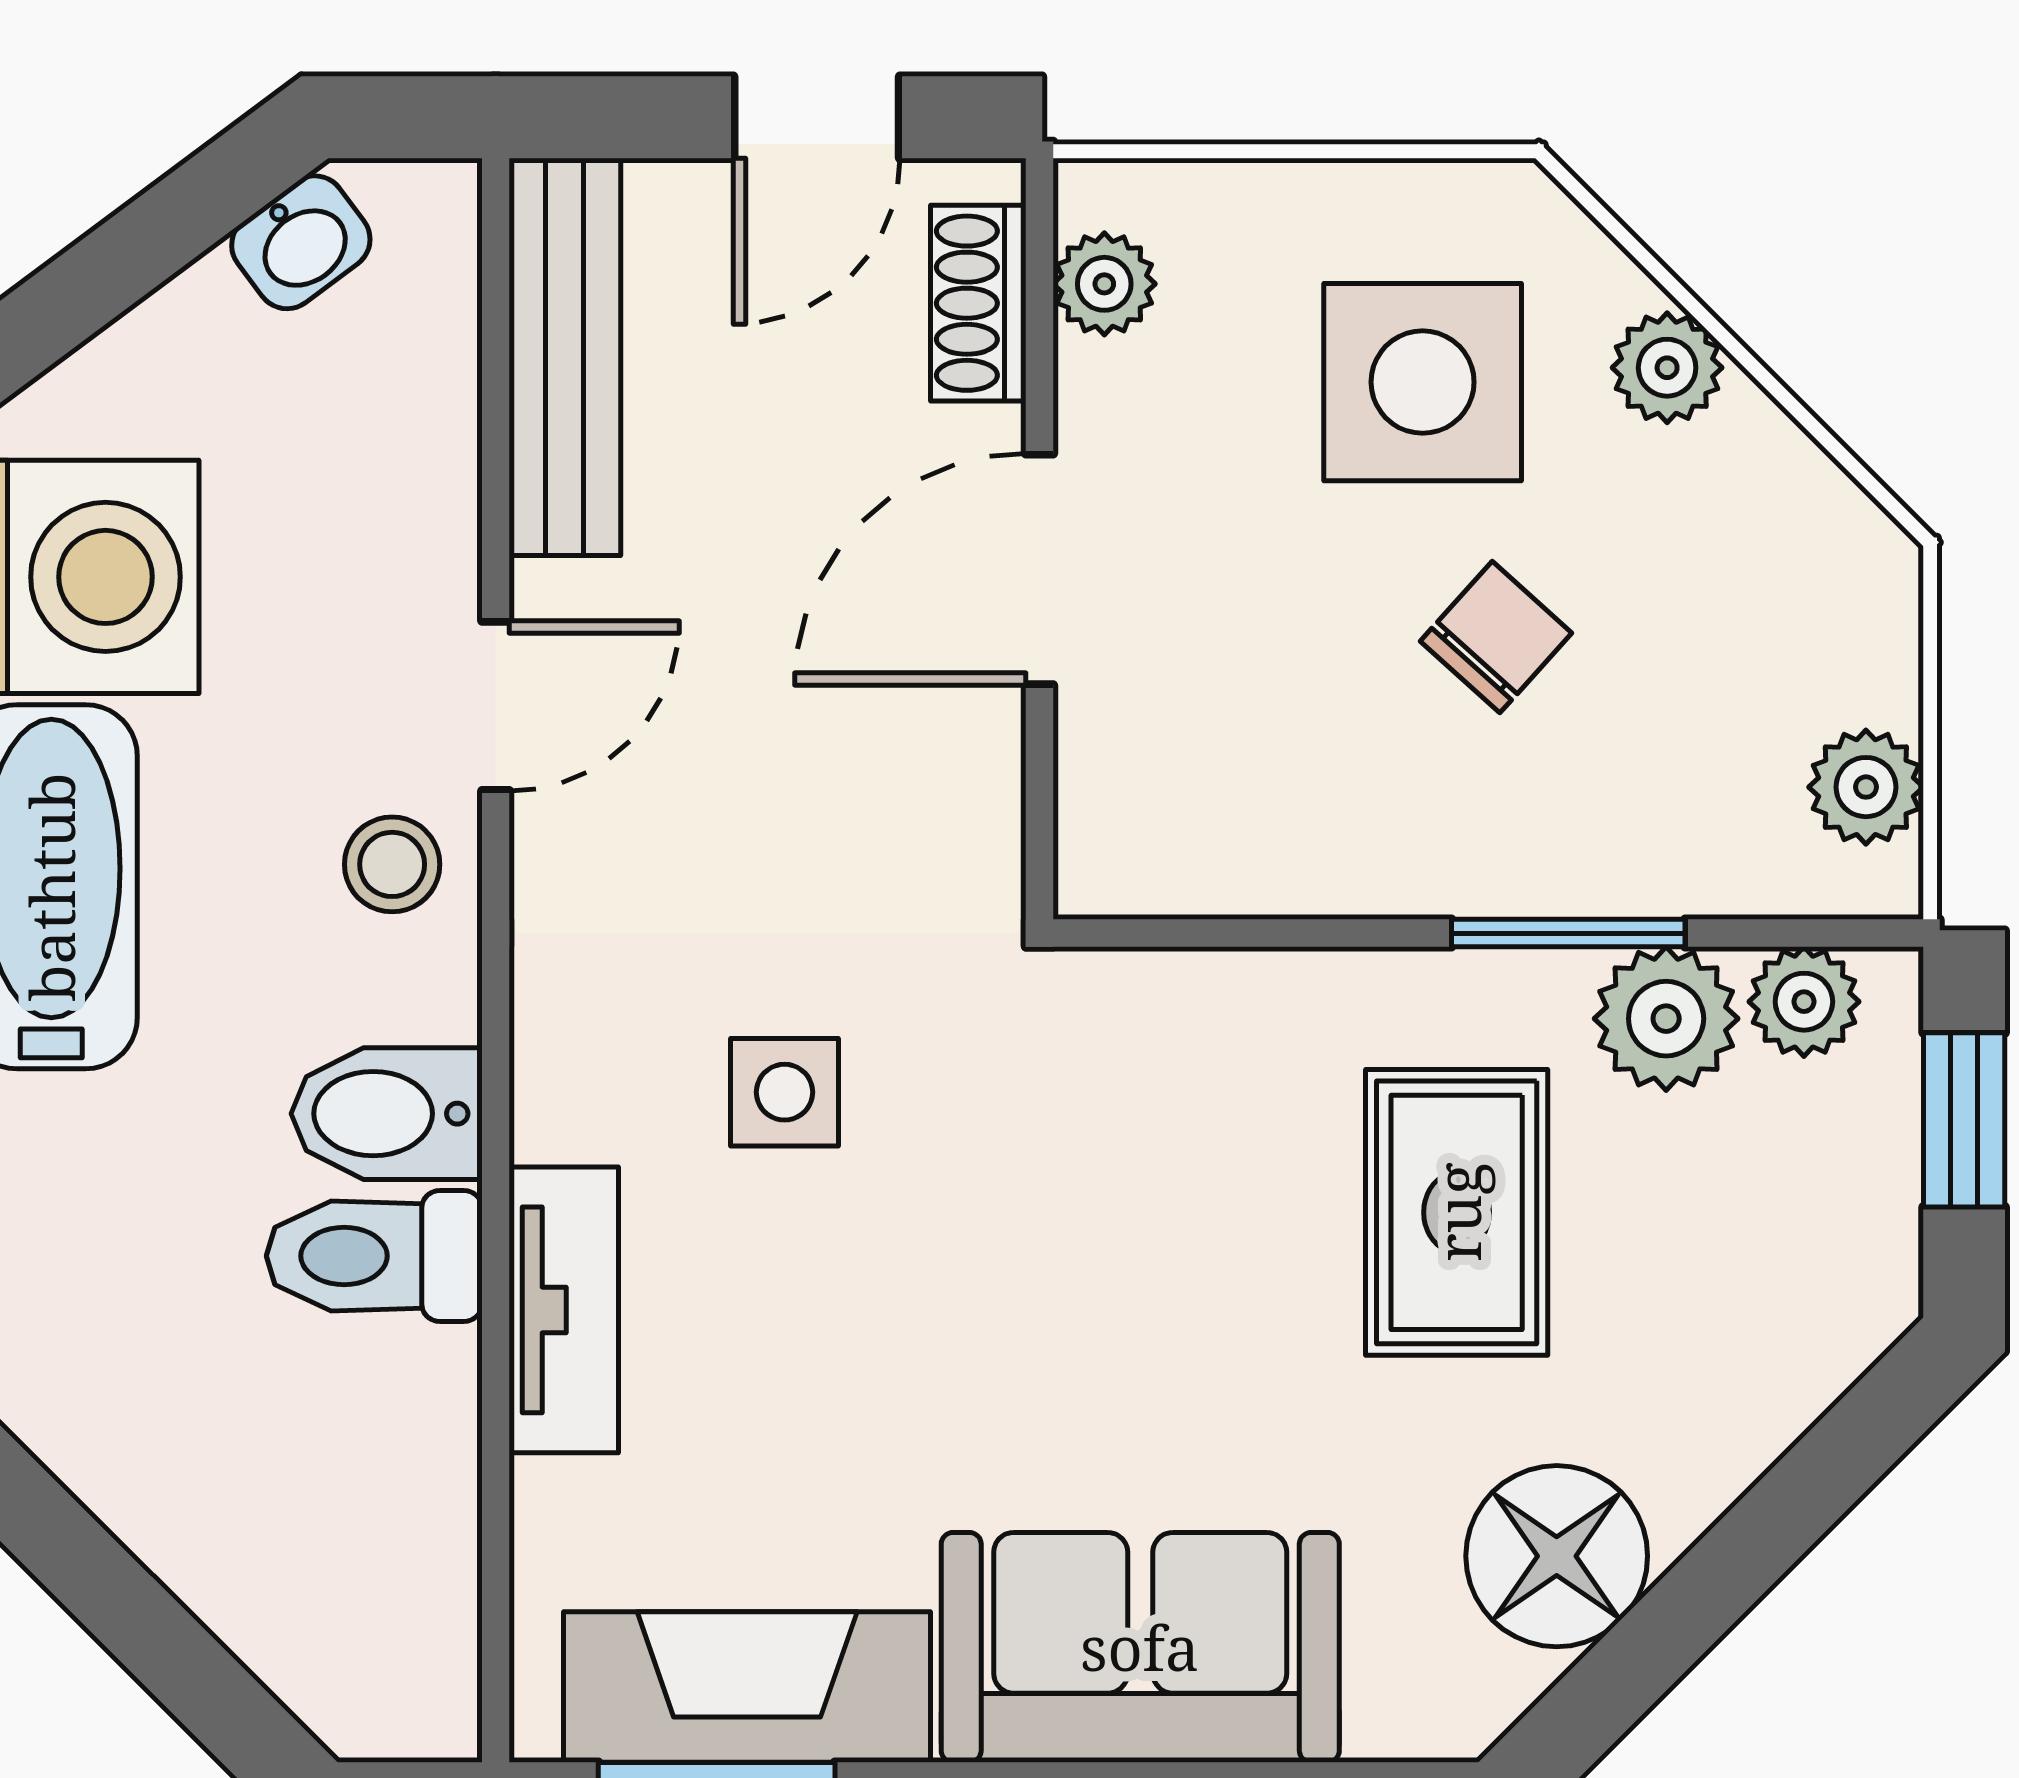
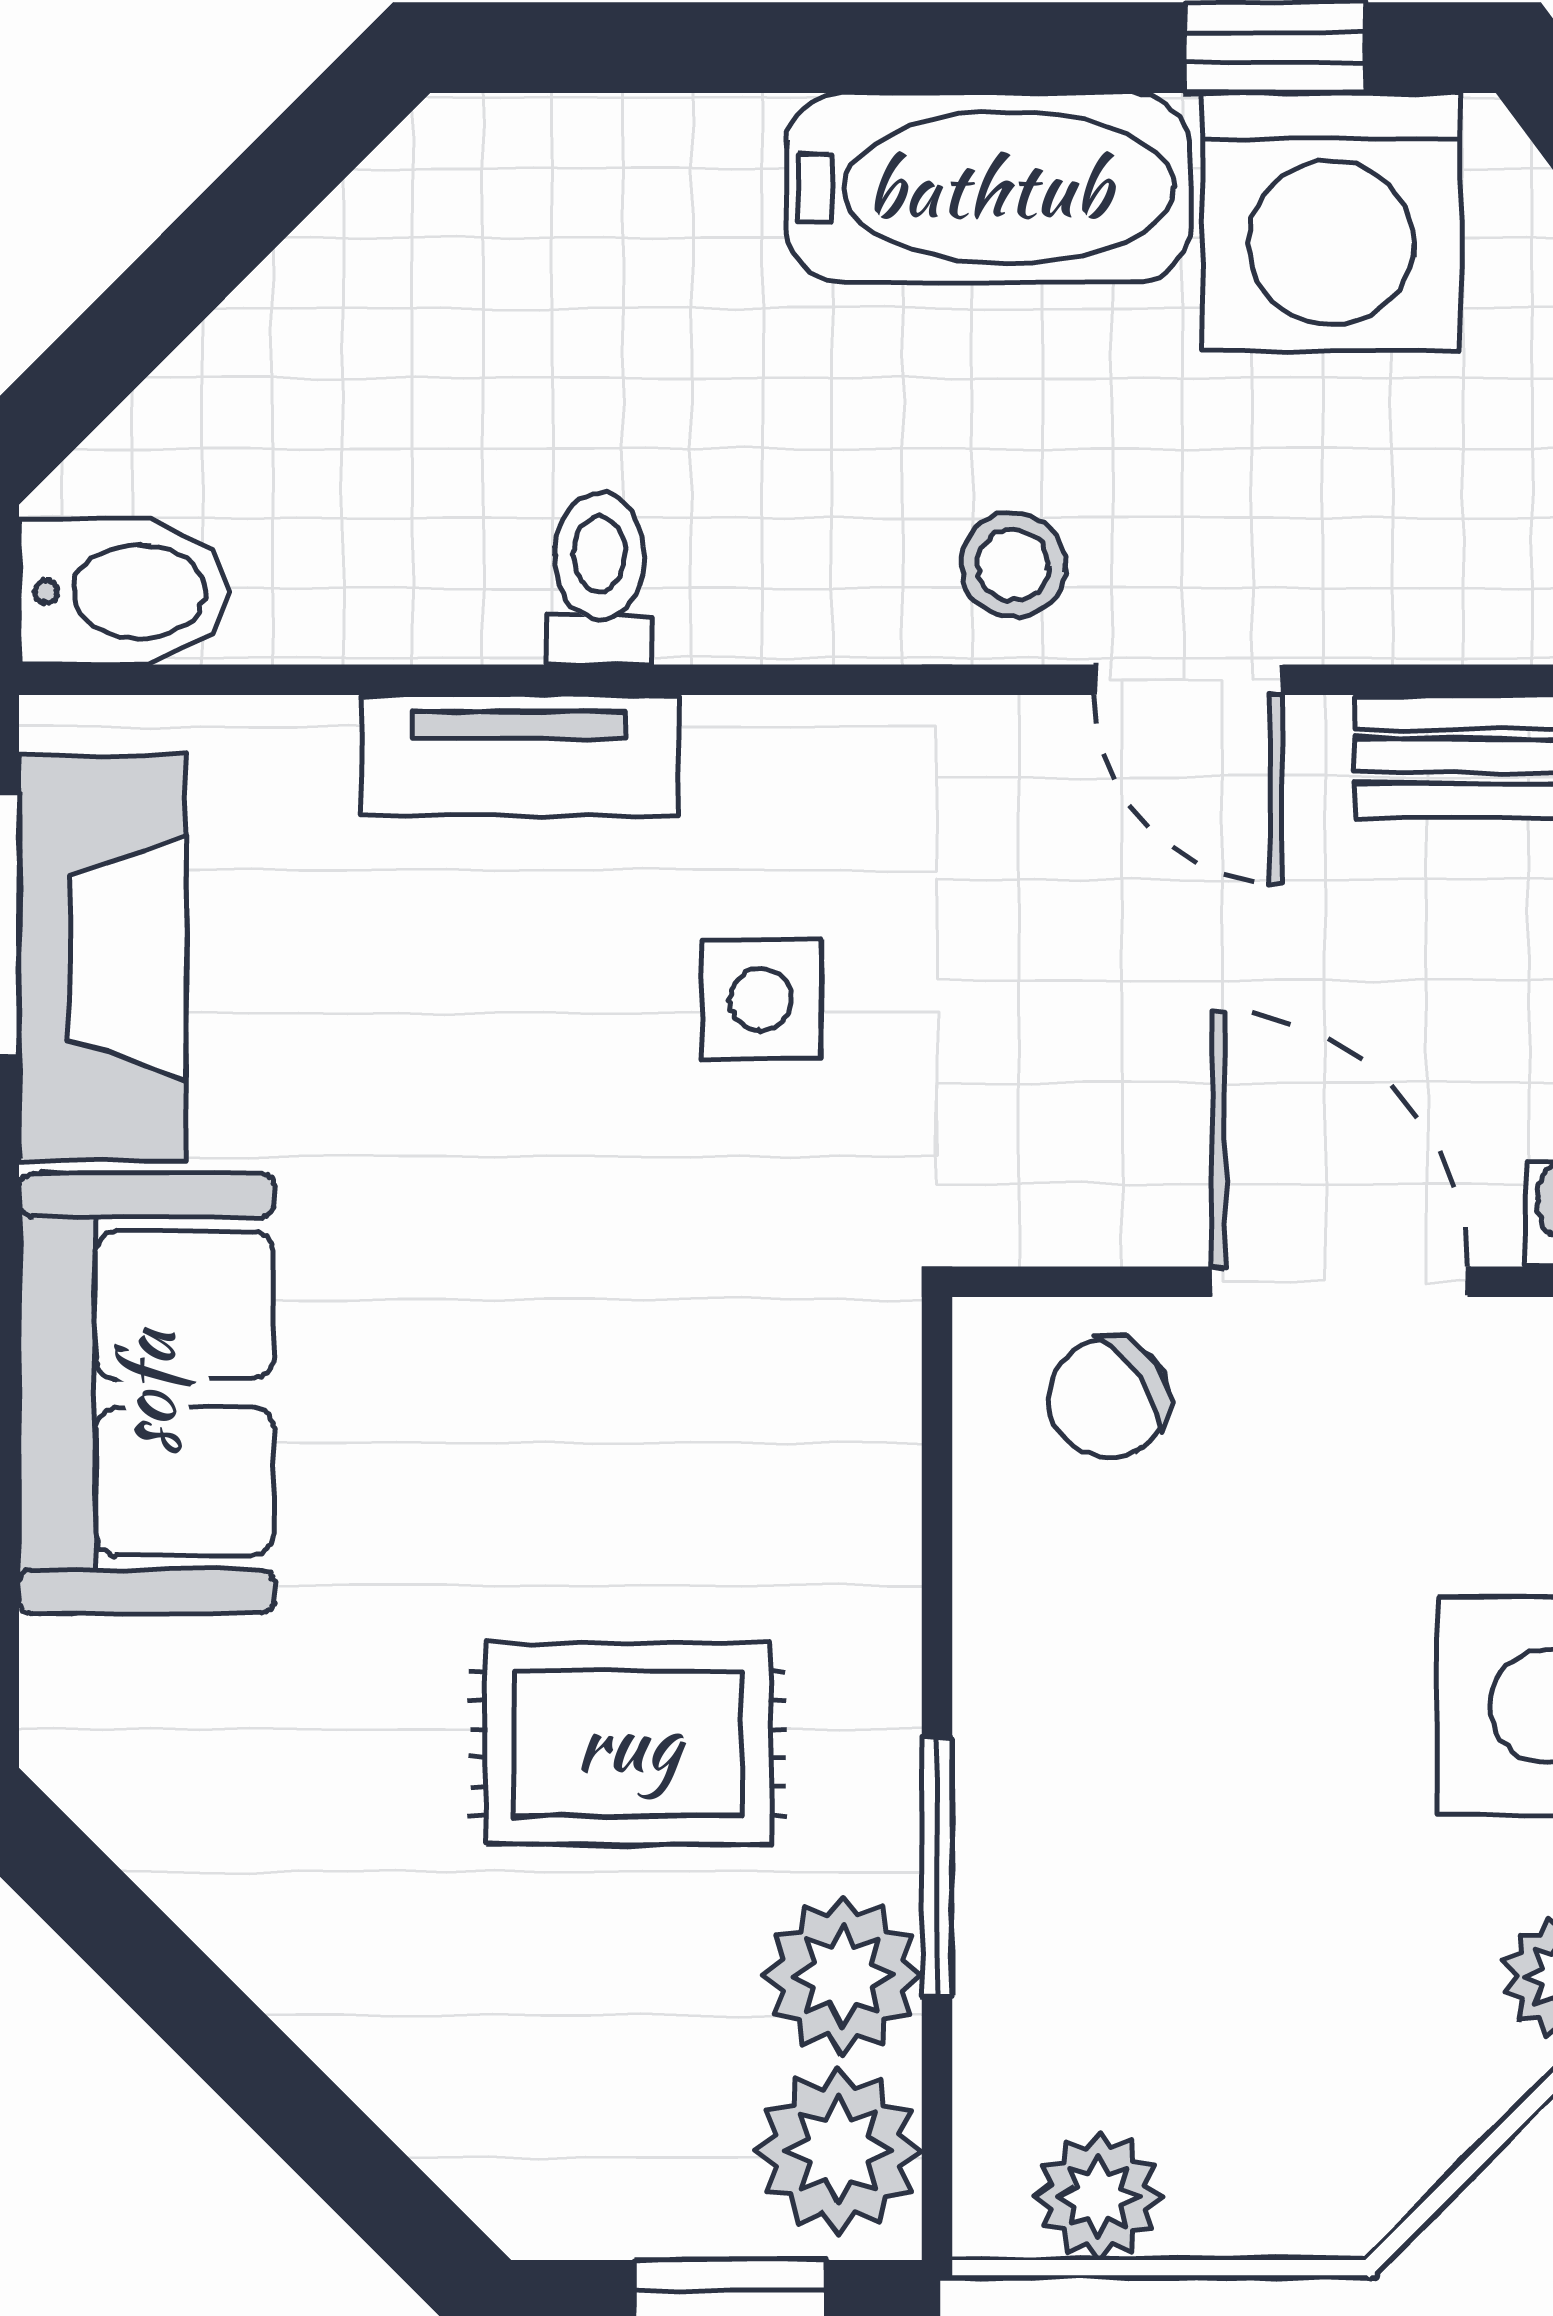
chair: (1496, 637) -> (1109, 1398), moved, turned 103
plant: (1804, 1002) -> (838, 2151), width x1.38, depth x1.38
bidet: (387, 1114) -> (125, 592), moved, turned 90
toilet: (374, 1256) -> (599, 579), width x0.73, depth x0.72
floor lamp: (1557, 1556) -> (247, 1854), removed

